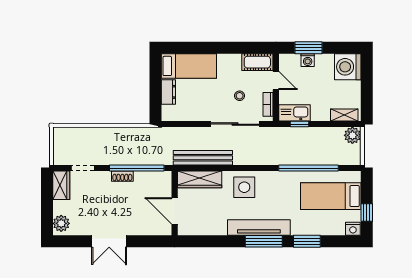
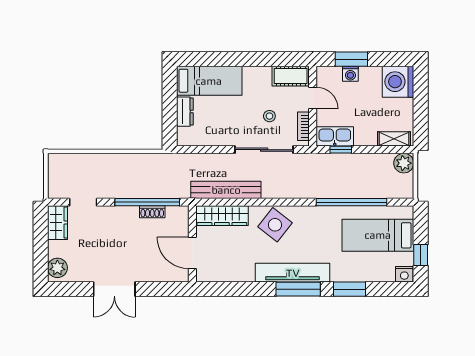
shoe rack: (122, 176) -> (152, 212), moved
side table: (244, 187) -> (275, 225), turned 38

